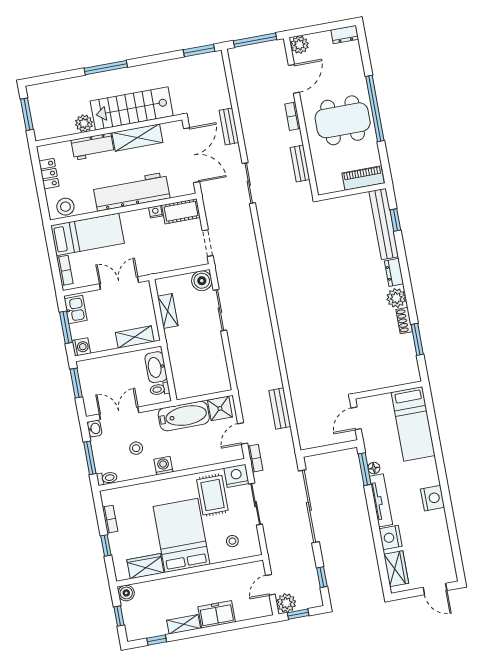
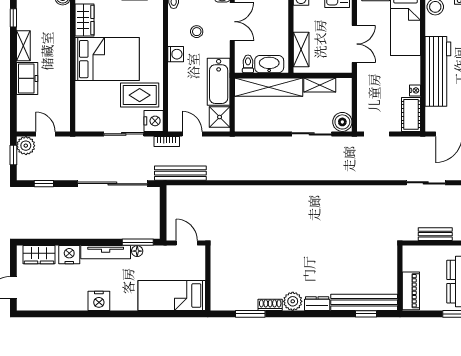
shelving: (180, 363) -> (269, 87), added
bench: (280, 408) -> (180, 173), moved, width x1.36
stool: (232, 541) -> (93, 106), removed

